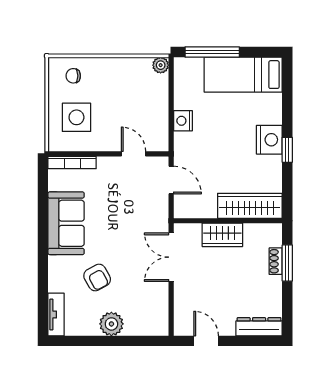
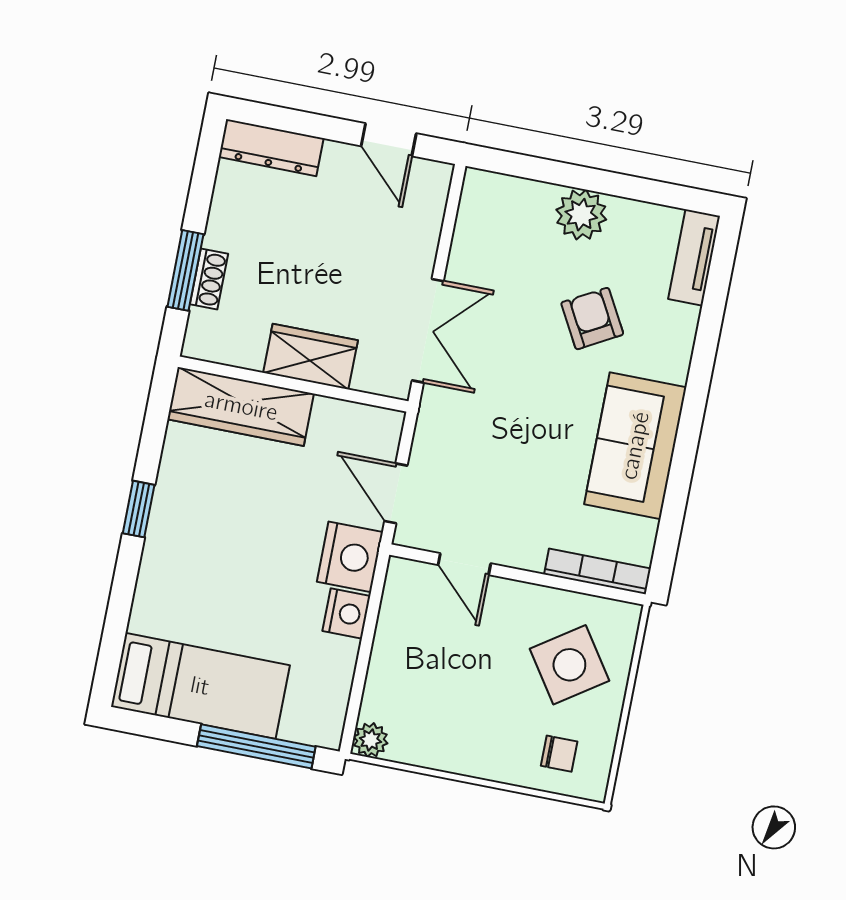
side table: (76, 117) -> (569, 665), turned -34
nightstand: (269, 140) -> (350, 557), moved, turned 180

